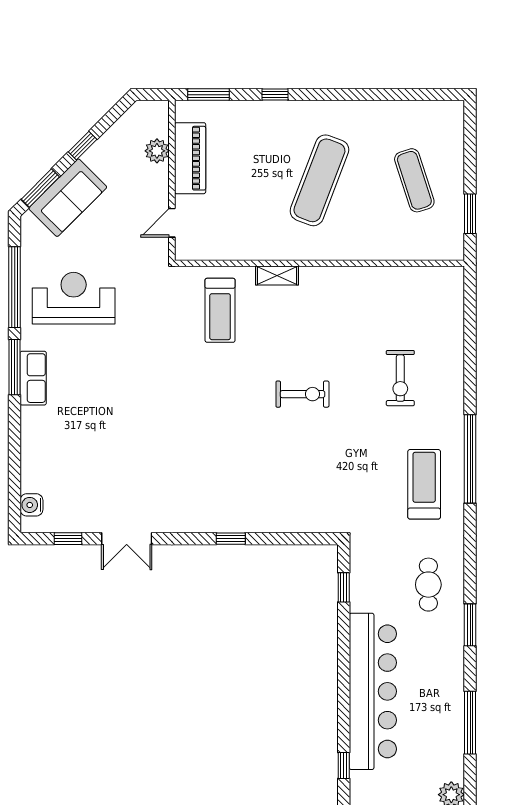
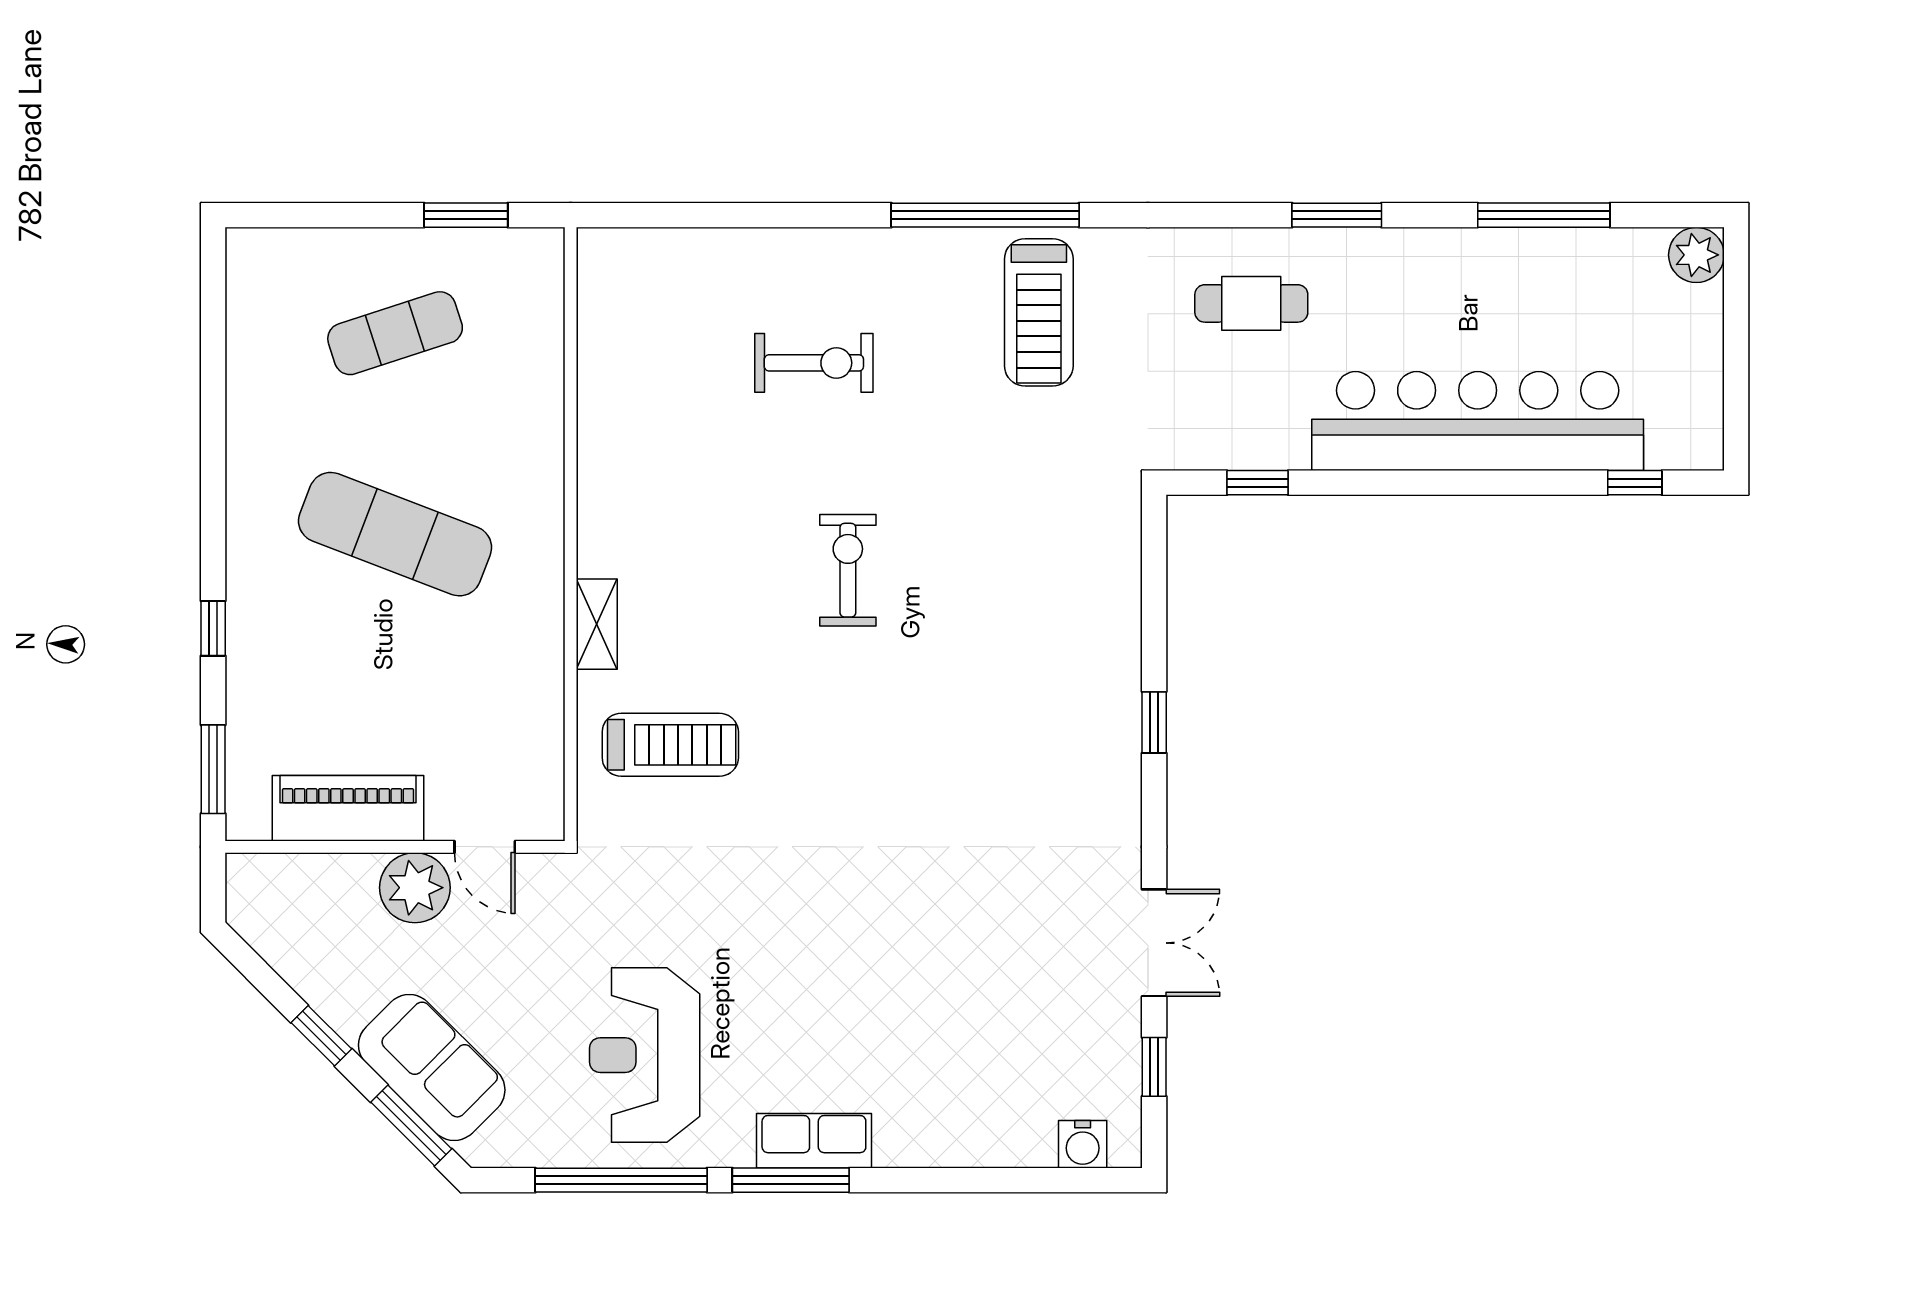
plant: (157, 151) -> (415, 888), moved, width x1.36, depth x1.36
treadmill: (424, 484) -> (1039, 312), turned -90

